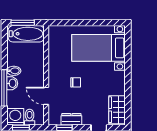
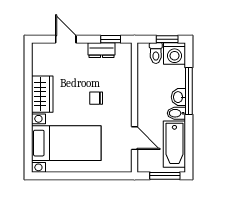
bathtub: (26, 34) -> (174, 144), moved, turned -90
door: (46, 96) -> (134, 138), moved
wardrobe: (117, 110) -> (42, 94), moved

